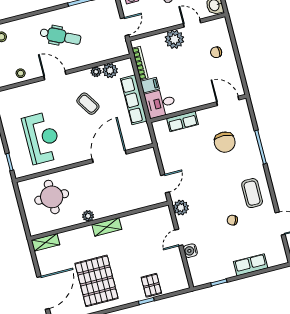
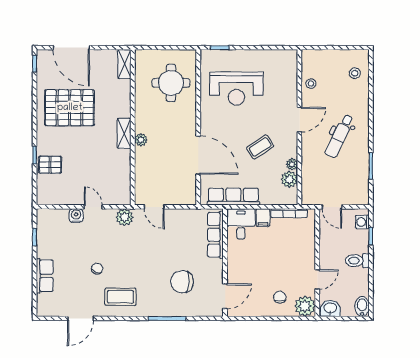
plant: (174, 39) -> (305, 306), moved
row of seats: (134, 100) -> (233, 197), moved
row of seats: (182, 121) -> (216, 235), width x1.48
plant: (88, 216) -> (141, 140), moved

